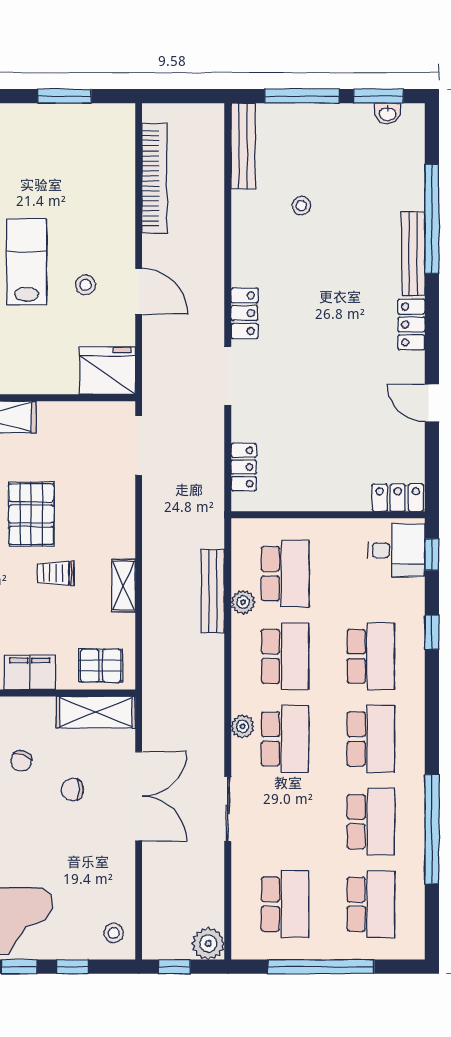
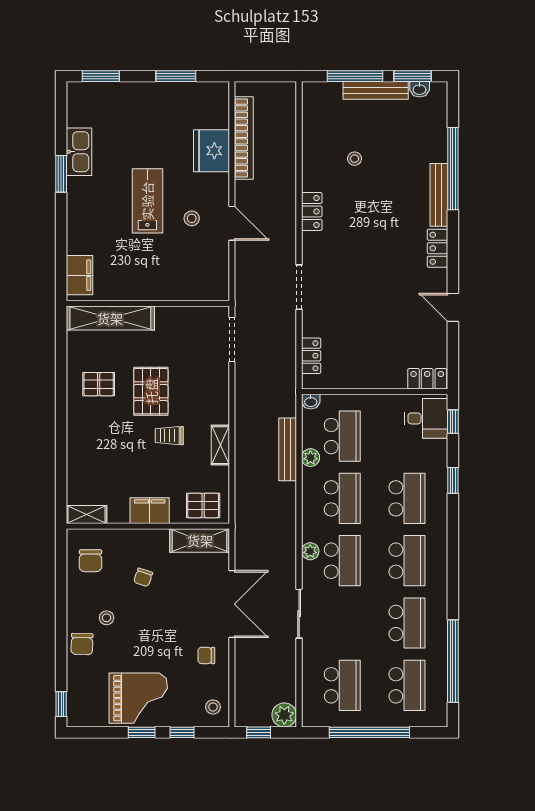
bench: (243, 146) -> (376, 90), moved, turned 90
locker: (245, 313) -> (312, 211), moved
fridge: (107, 371) -> (211, 151), moved, turned -90
washbasin: (243, 528) -> (311, 402), added
chair: (72, 790) -> (206, 655), moved
window: (432, 829) -> (453, 661), moved

